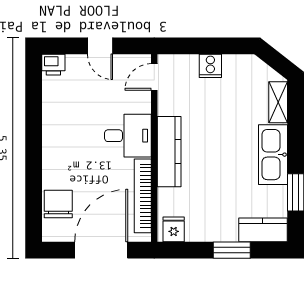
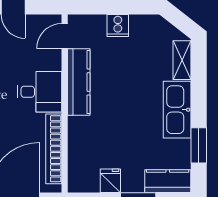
kitchen counter: (169, 152) -> (79, 82), moved
fridge: (174, 229) -> (110, 181), moved

